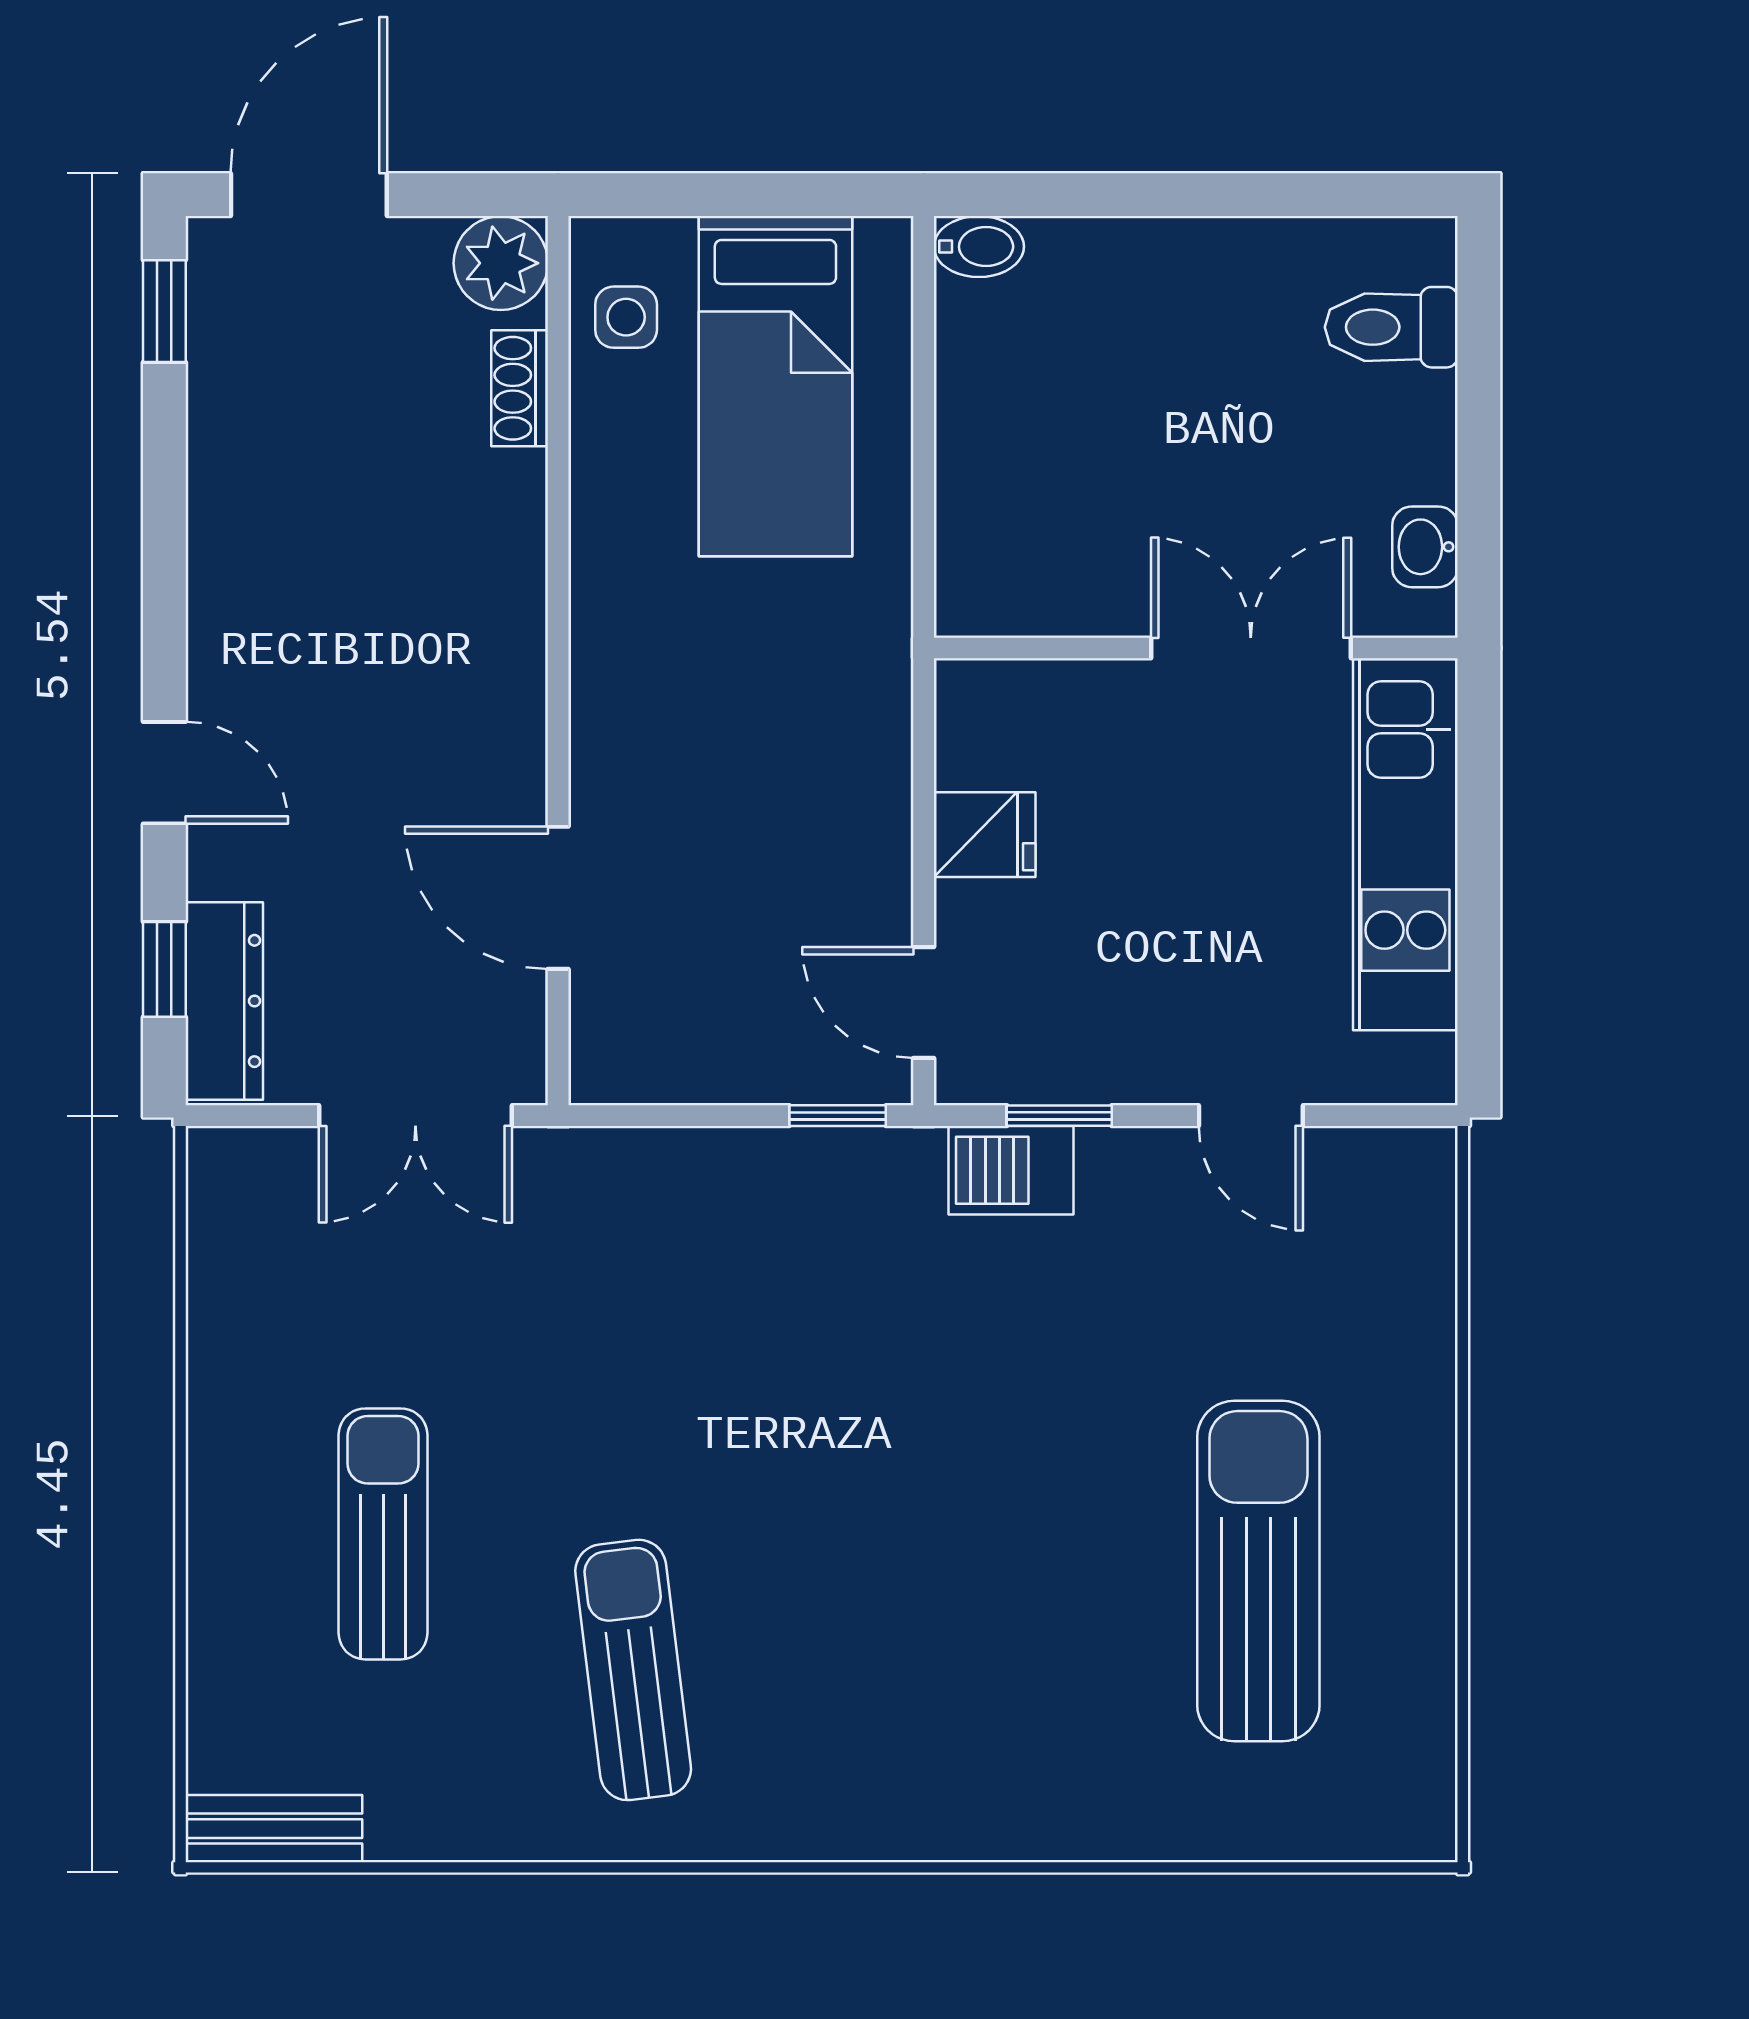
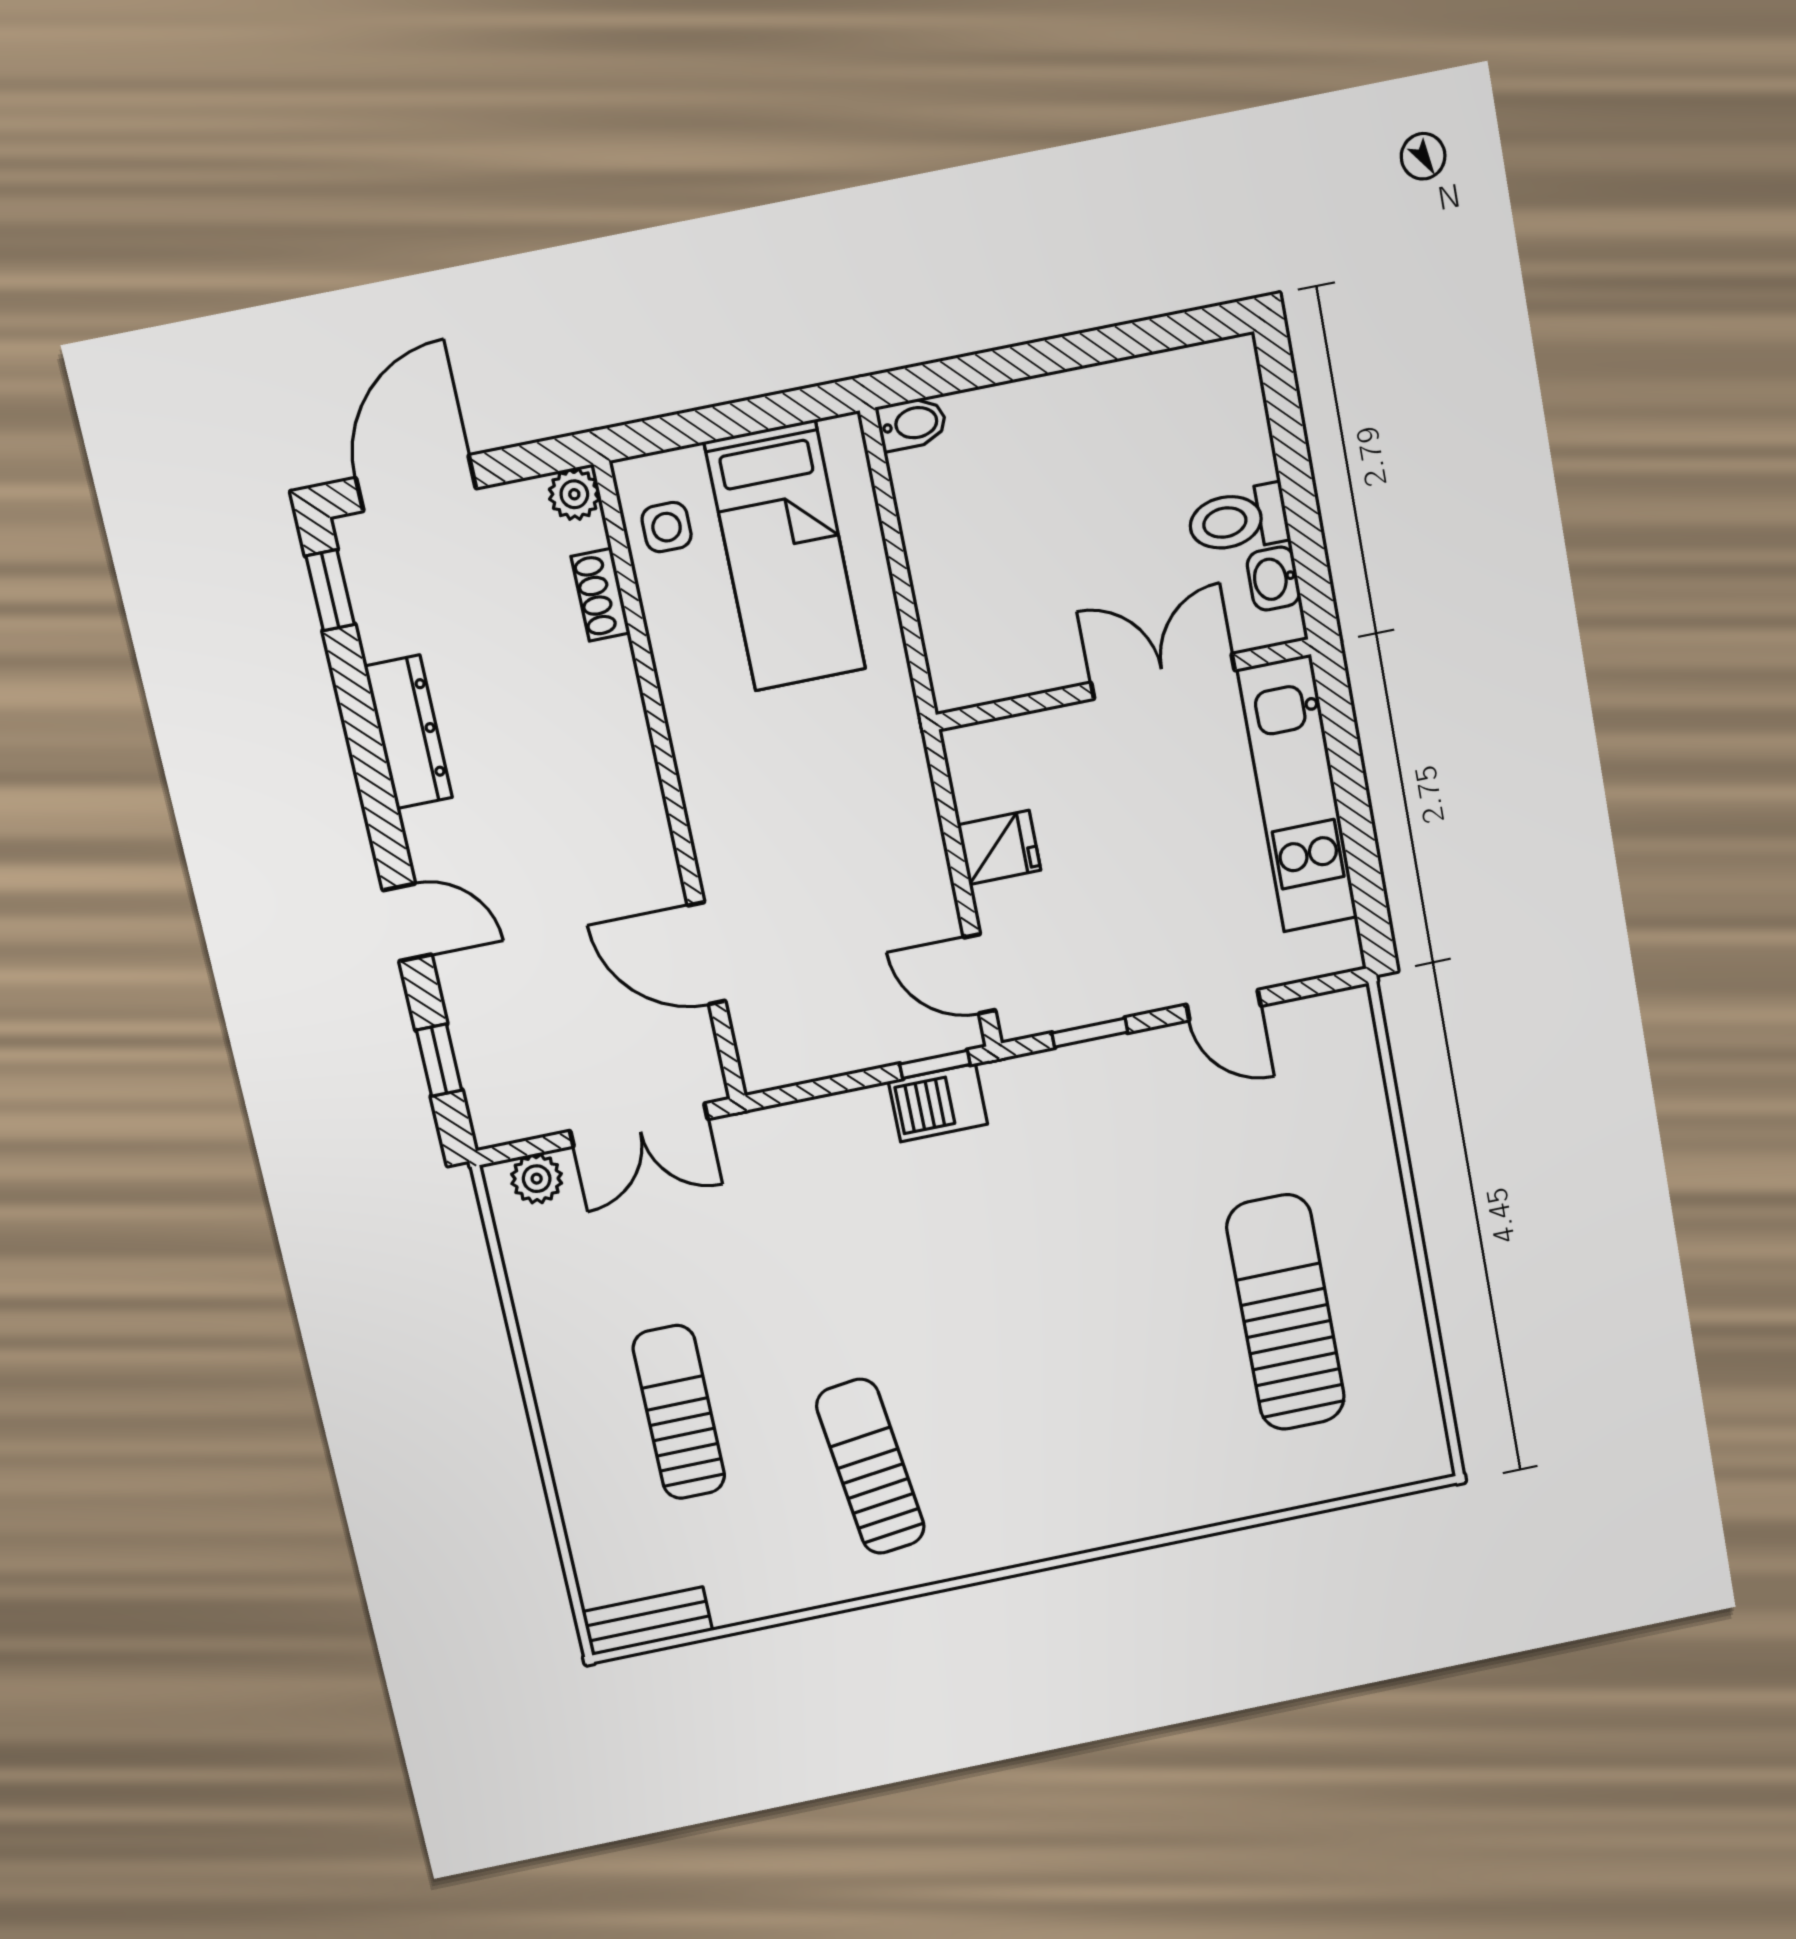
plant: (501, 263) -> (574, 494), width x0.73, depth x0.73
toilet: (1391, 327) -> (1238, 520), moved
dresser: (224, 1001) -> (408, 732), moved
plant: (260, 1161) -> (537, 1179), added
barbecue: (1011, 1170) -> (938, 1103), moved

